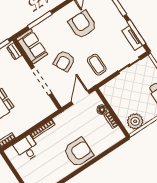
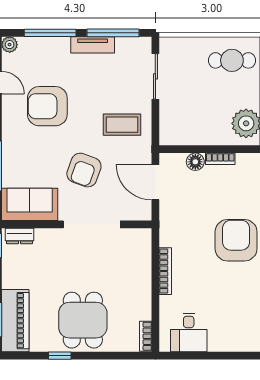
tv unit: (132, 38) -> (93, 45), moved
armchair: (64, 61) -> (84, 170), turned 47
desk: (27, 148) -> (189, 332), moved, turned -90

